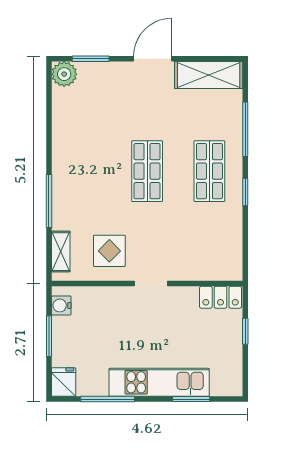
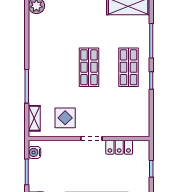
locker: (221, 297) -> (119, 147), moved

